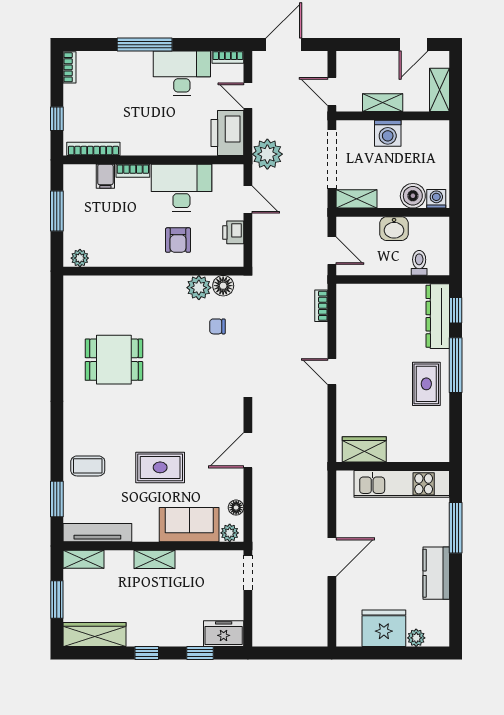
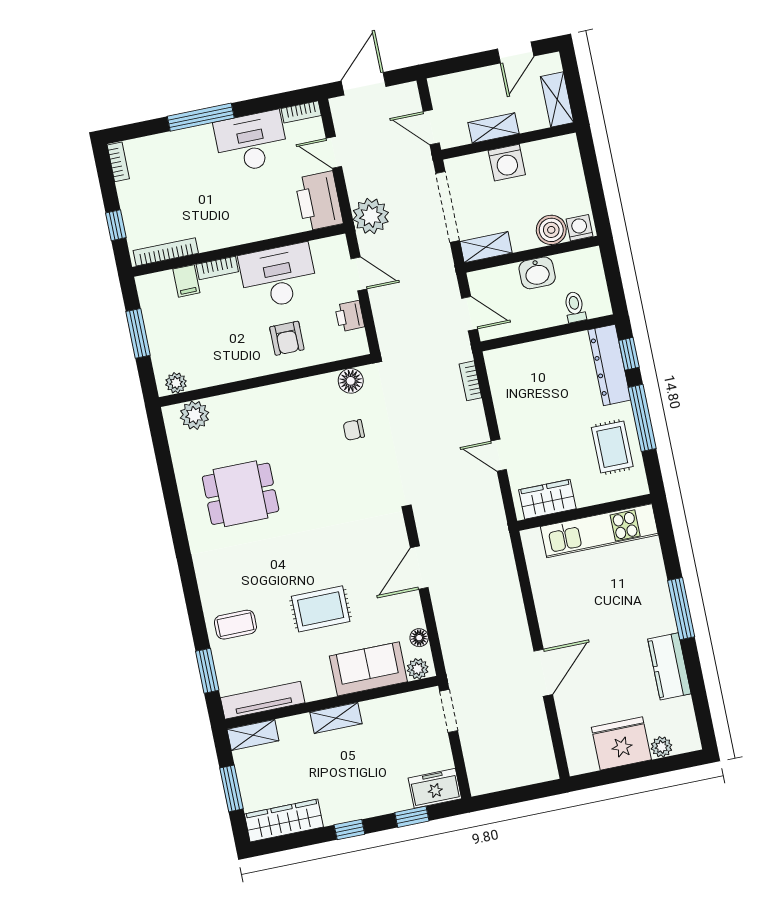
plant: (199, 288) -> (195, 415), moved
wardrobe: (364, 449) -> (547, 499), moved
wall: (393, 466) -> (585, 512), moved
kitchen unit: (402, 484) -> (599, 531), moved

